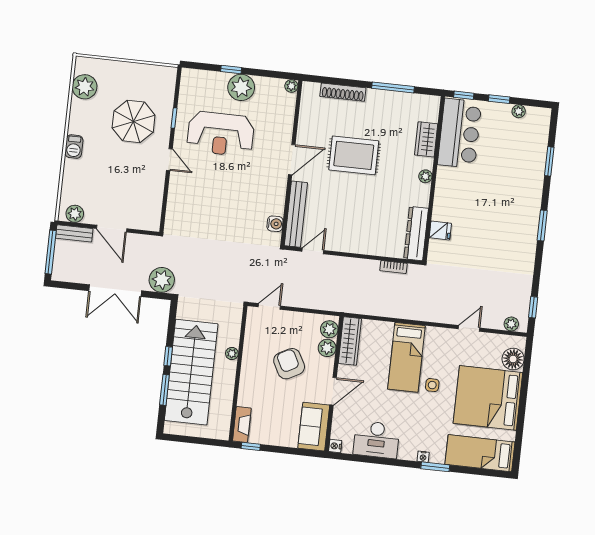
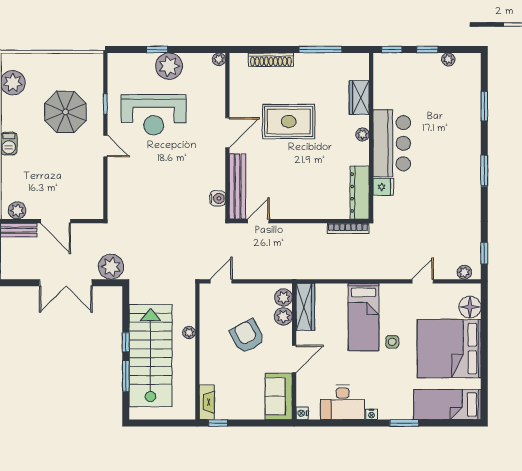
bar counter: (460, 133) -> (392, 143), moved
bookcase: (393, 267) -> (348, 228), width x1.56
nightstand: (423, 457) -> (372, 414), moved

